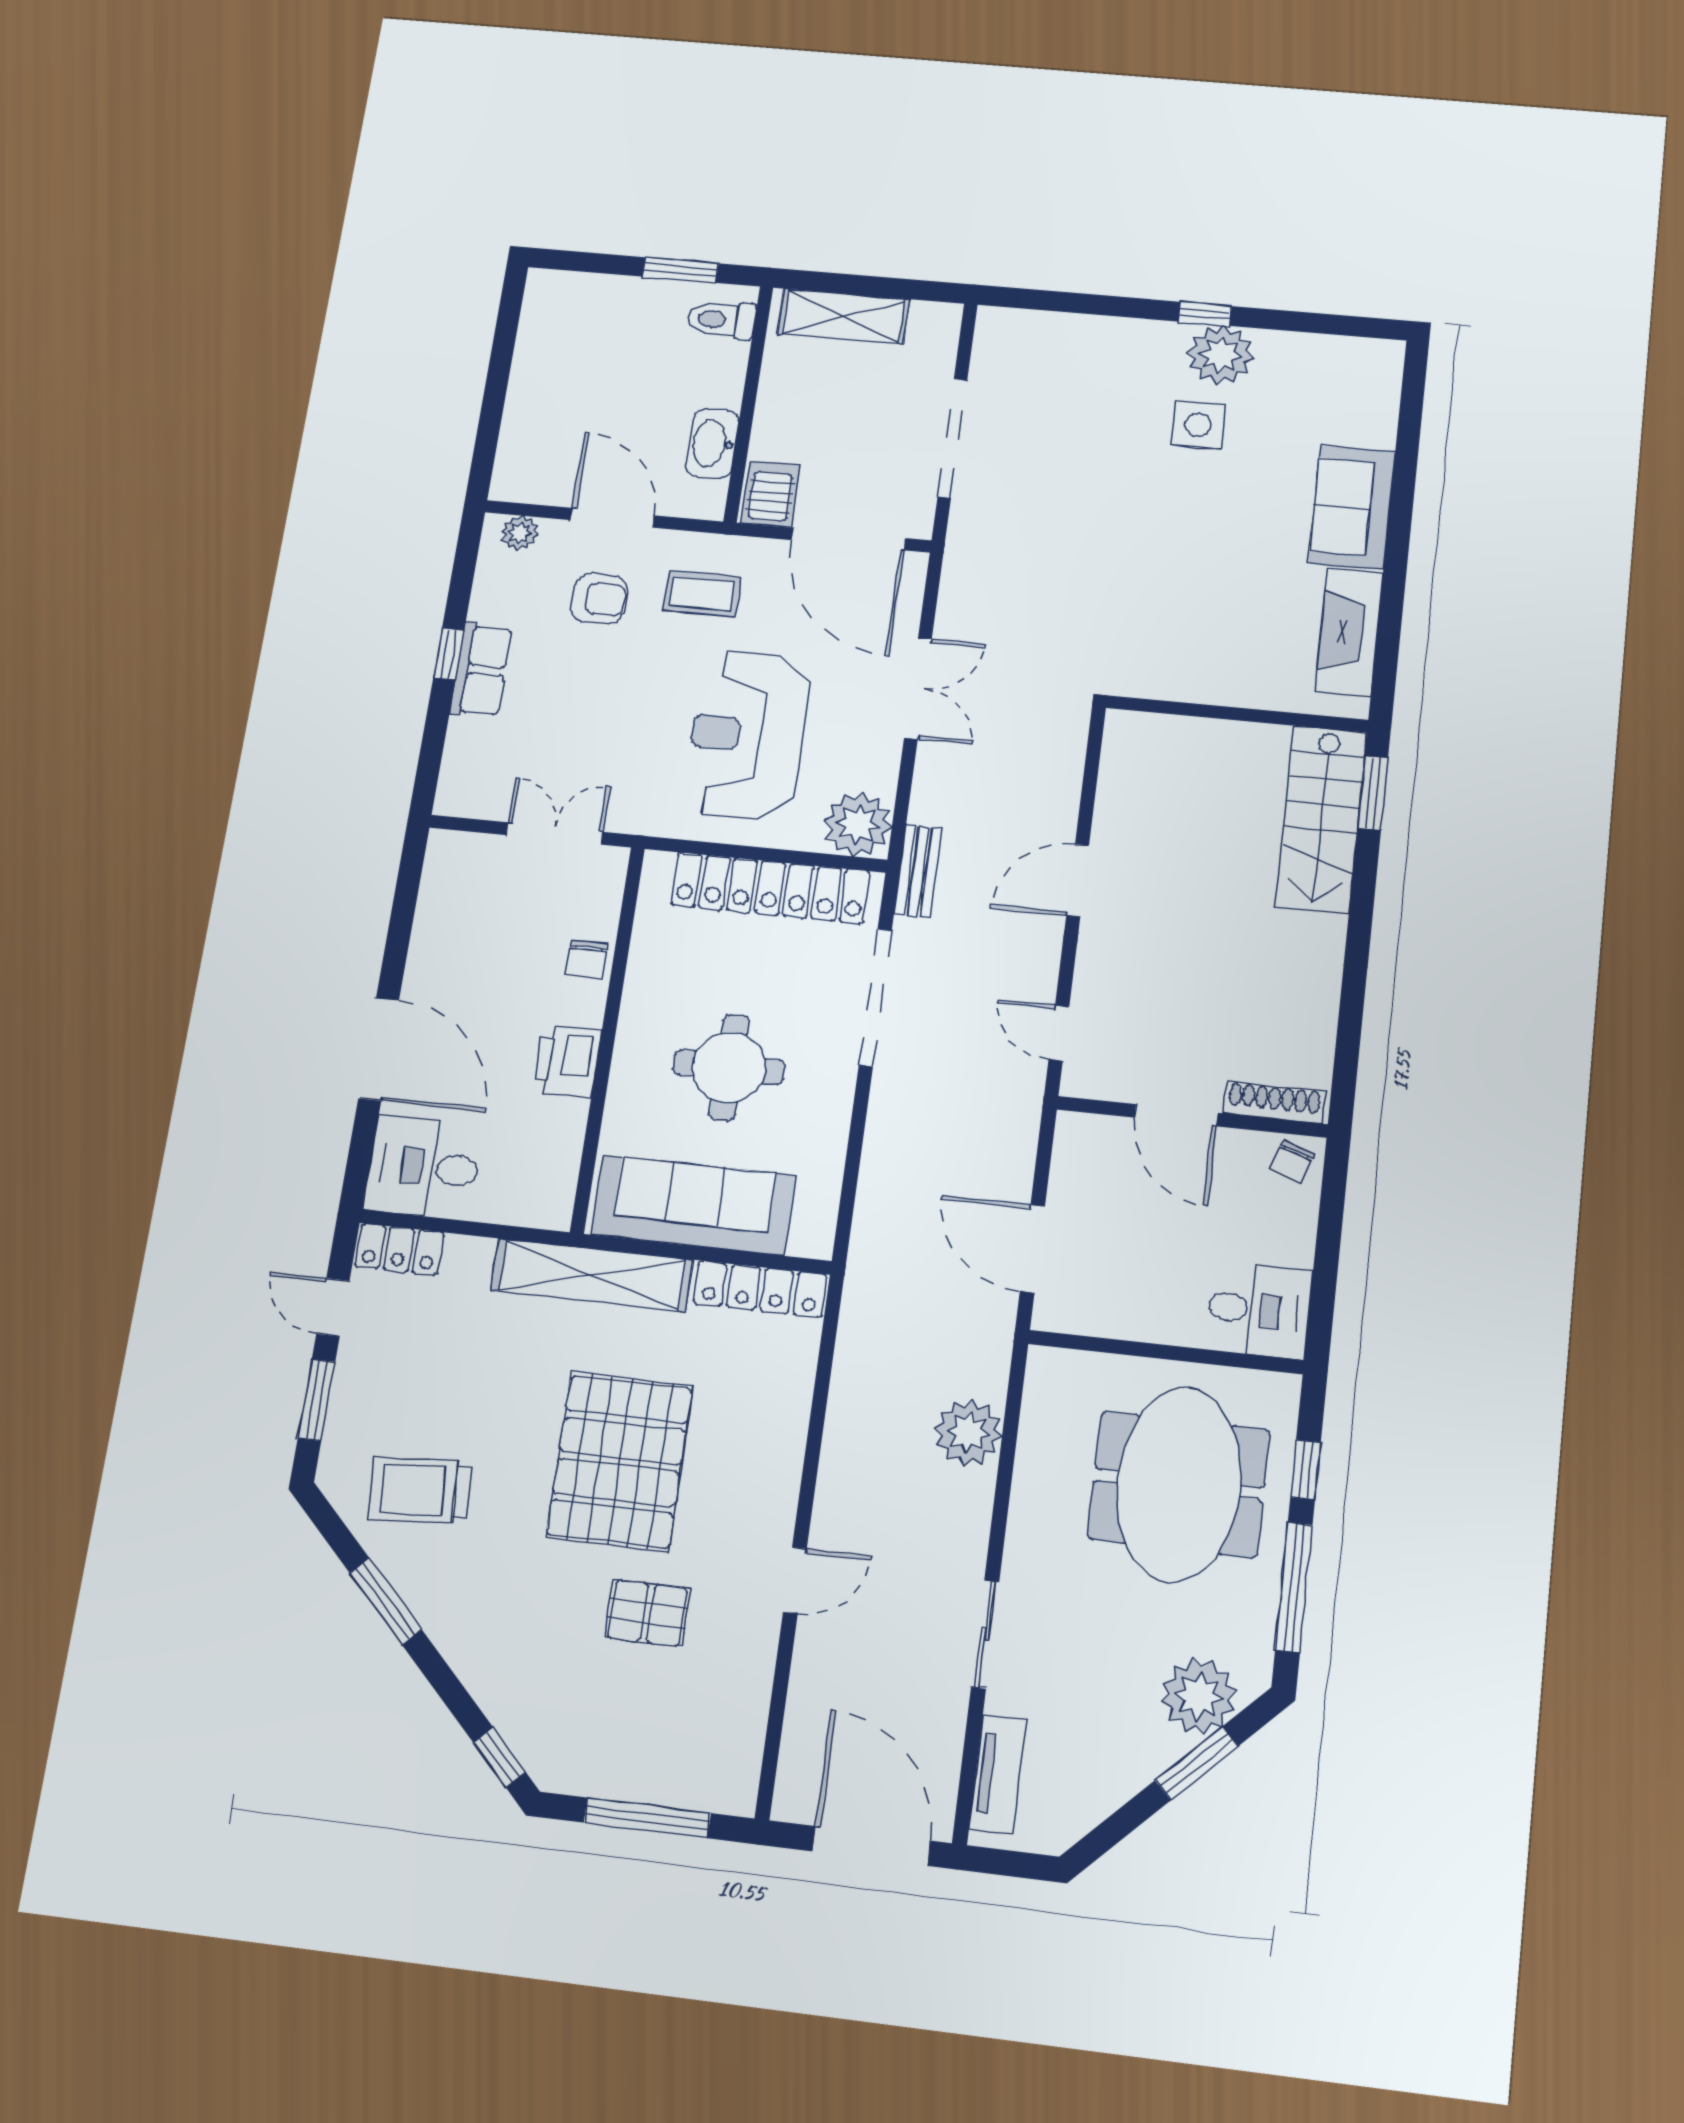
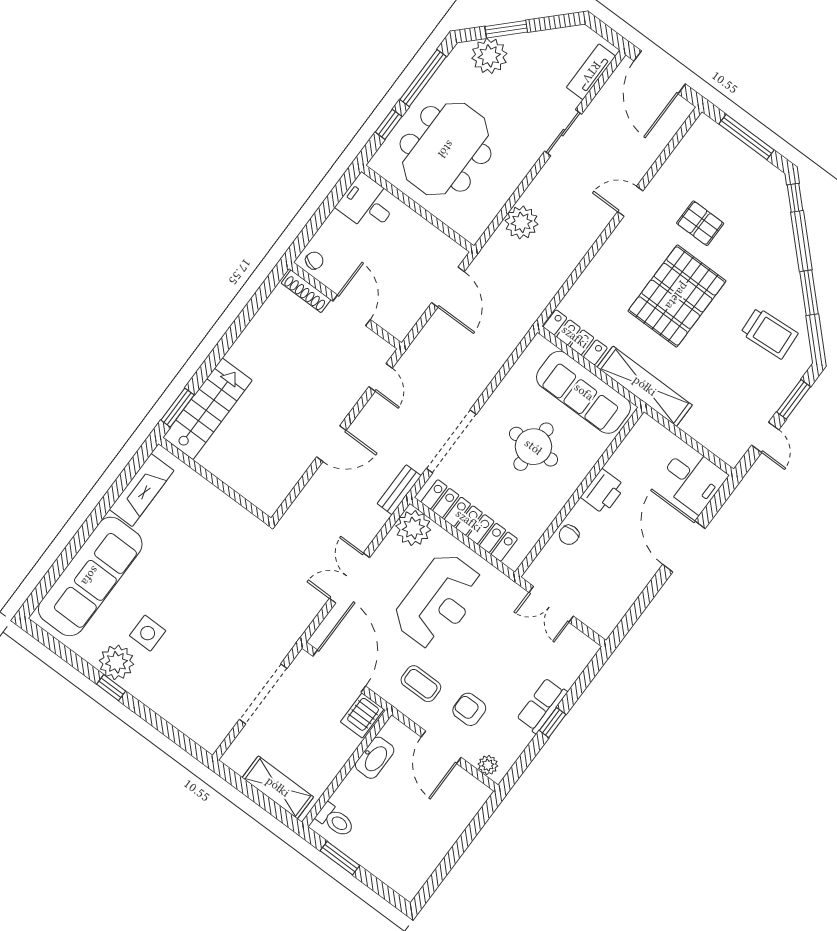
sofa: (1352, 507) -> (90, 576), width x1.85, depth x1.27
chair: (587, 959) -> (569, 535), turned 180
locker: (399, 1249) -> (723, 447), removed

